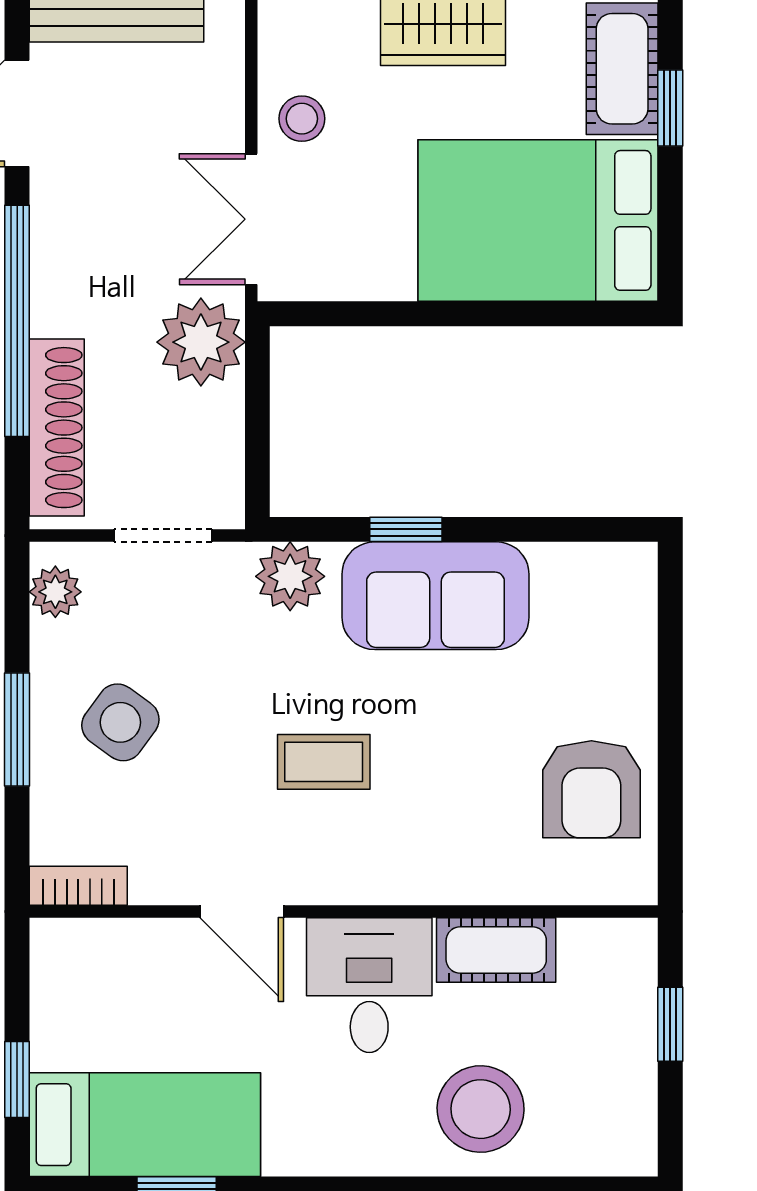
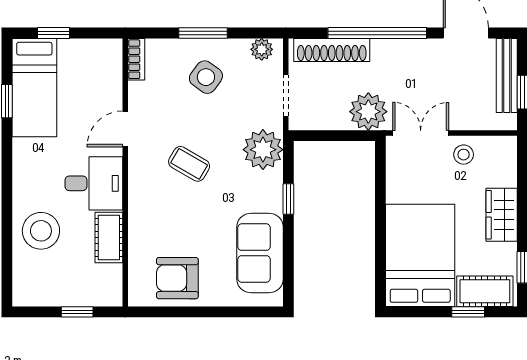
plant: (290, 576) -> (263, 150), width x1.36, depth x1.36
sofa: (435, 596) -> (260, 253), moved
coffee table: (324, 762) -> (189, 164), turned -60

